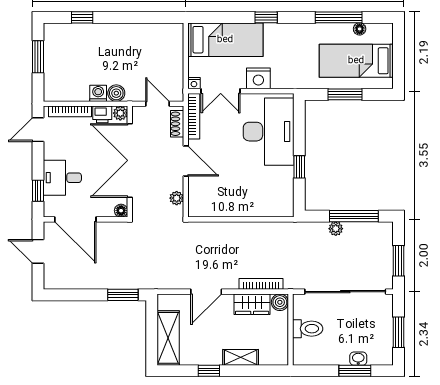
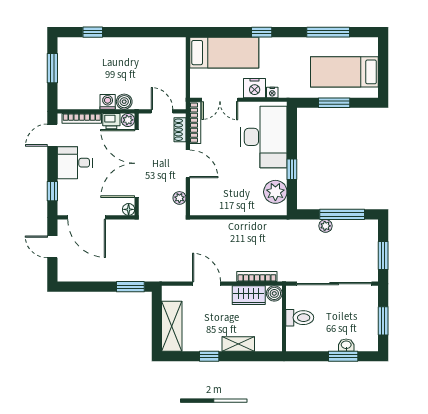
floor lamp: (360, 29) -> (347, 43), removed
nightstand: (194, 83) -> (272, 92), moved
desk: (62, 178) -> (75, 163), moved
plant: (281, 192) -> (275, 192), added
door: (206, 292) -> (207, 284), swing flipped

